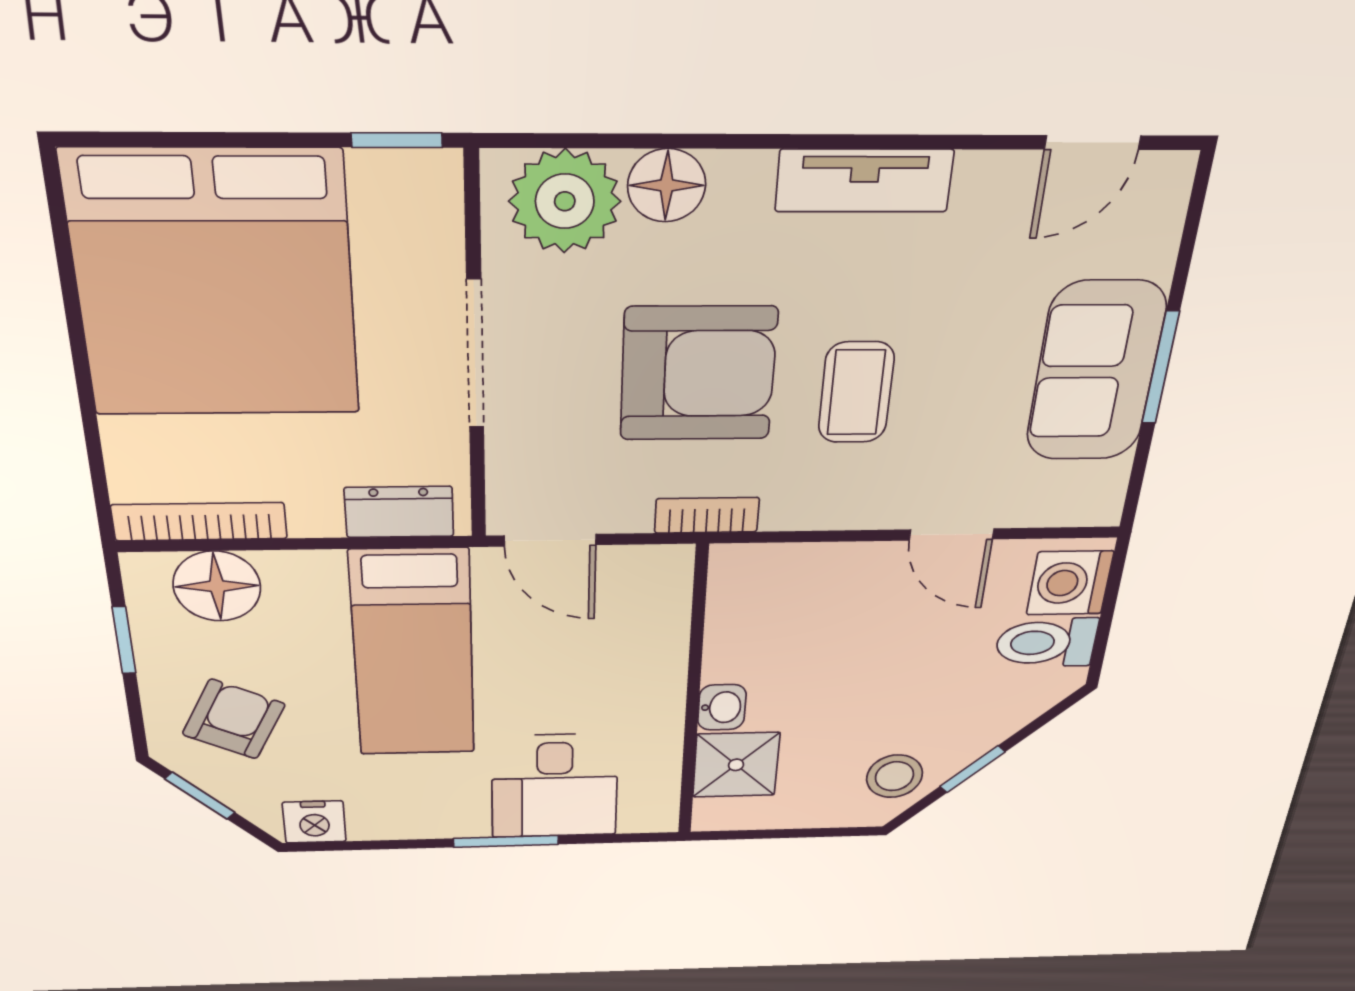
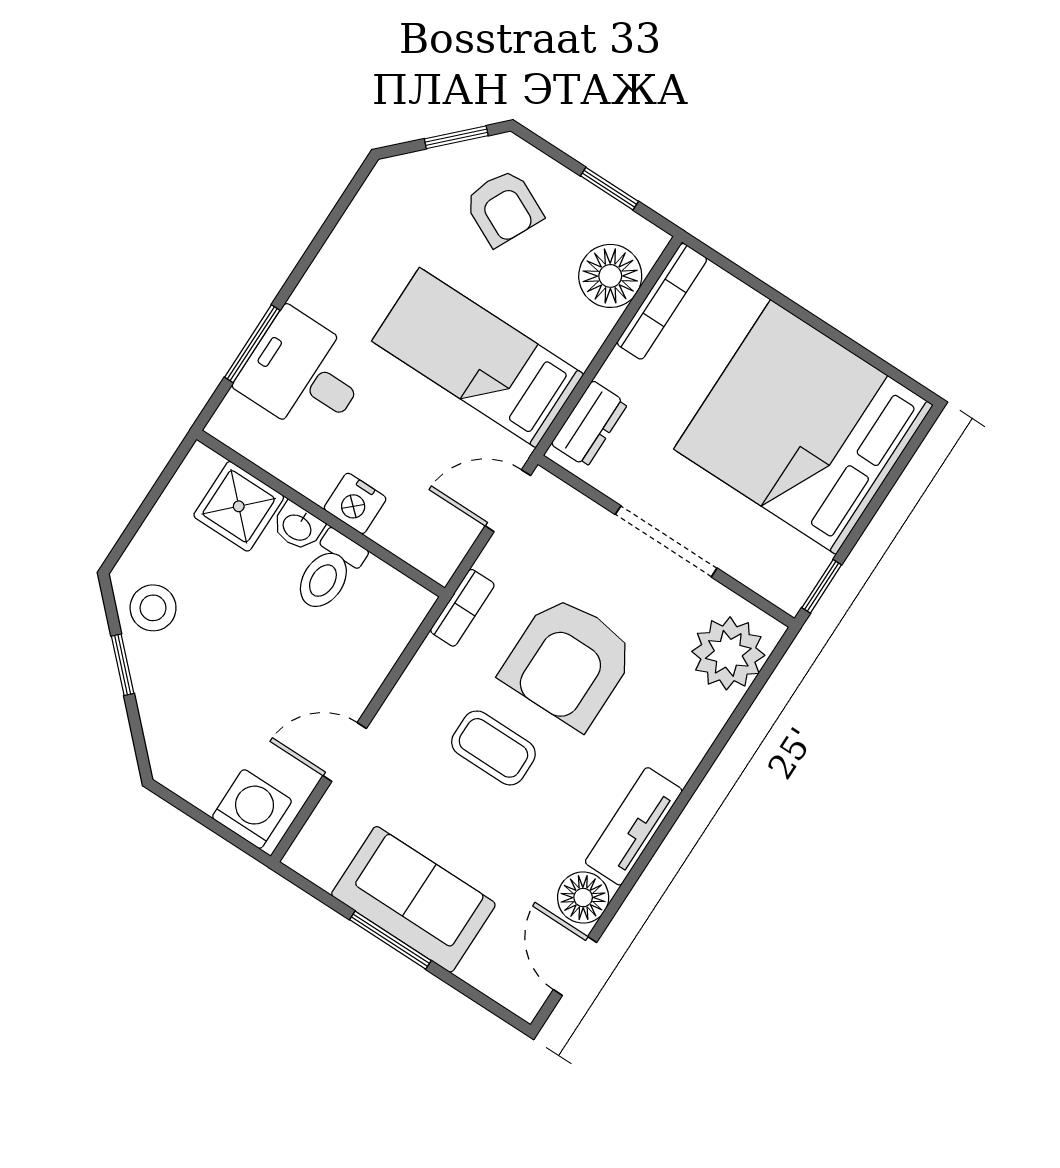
floor lamp: (667, 185) -> (583, 898), moved
toilet: (1046, 643) -> (329, 571), moved, turned 180
nightstand: (314, 822) -> (355, 503), moved, turned -90
window: (506, 841) -> (252, 344), moved

